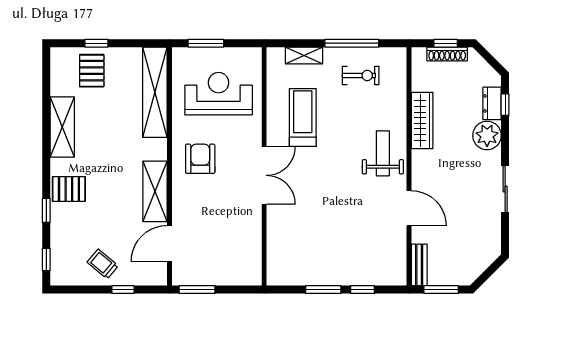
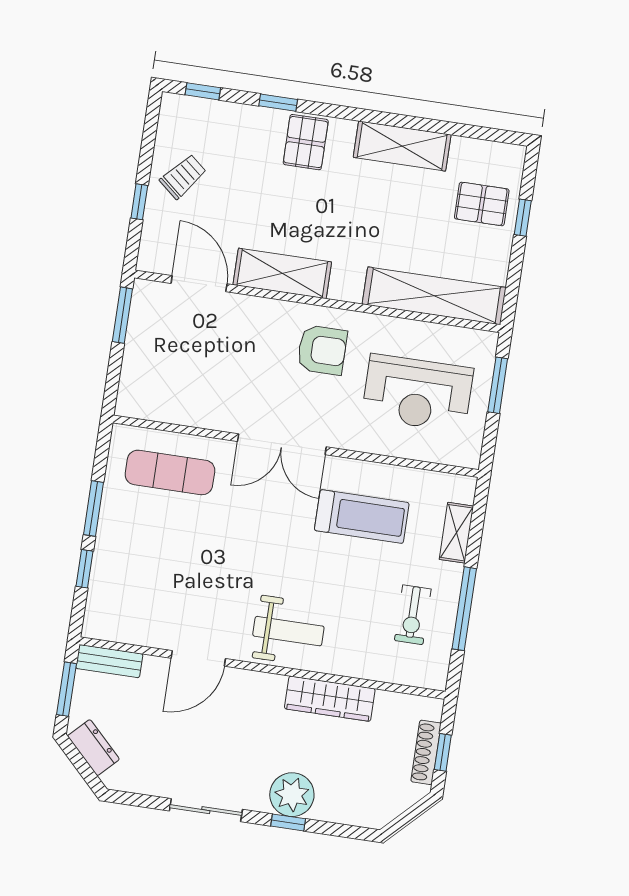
reception desk: (219, 94) -> (417, 393), turned 90
dresser: (492, 103) -> (93, 748), moved, turned 45
window: (505, 105) -> (288, 822), moved
exercise mat: (293, 244) -> (170, 472), added

